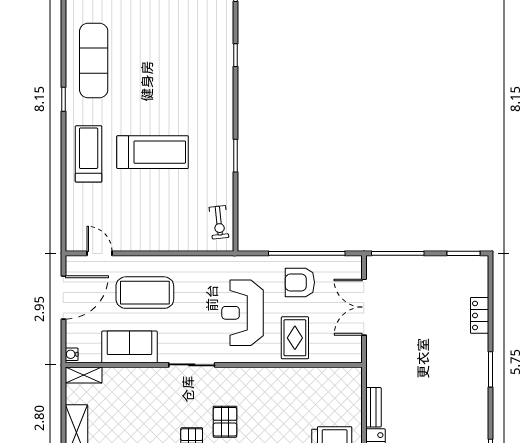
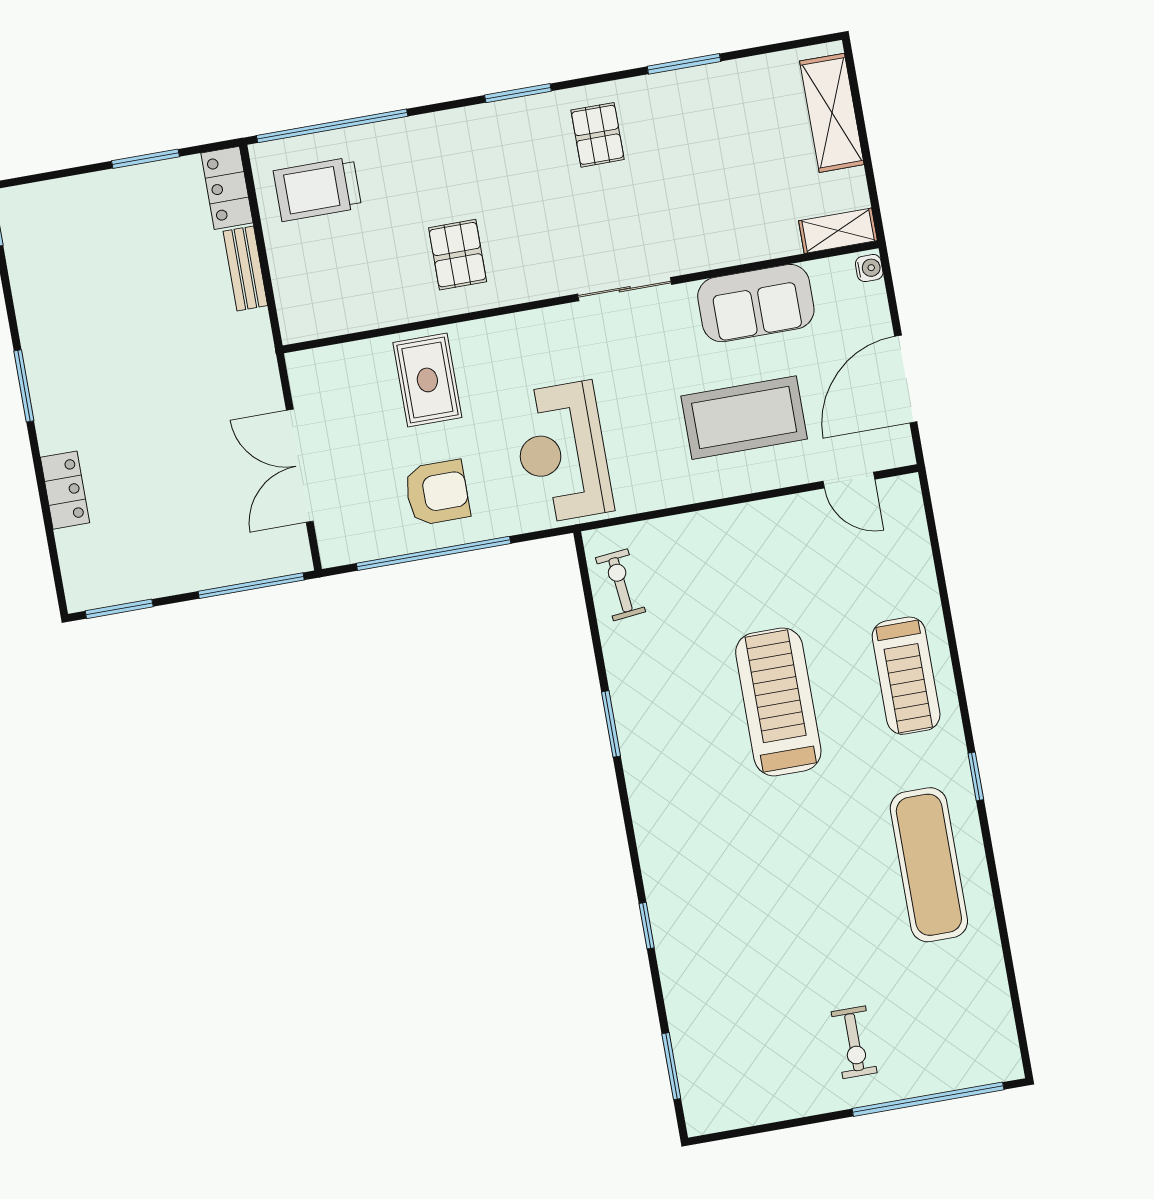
treadmill: (153, 152) -> (778, 702), turned 90
double door: (364, 307) -> (300, 466), swing flipped
reception desk: (243, 313) -> (562, 452), moved, turned 180
pallet: (225, 422) -> (458, 255), moved

